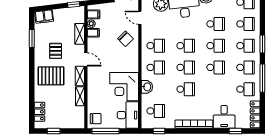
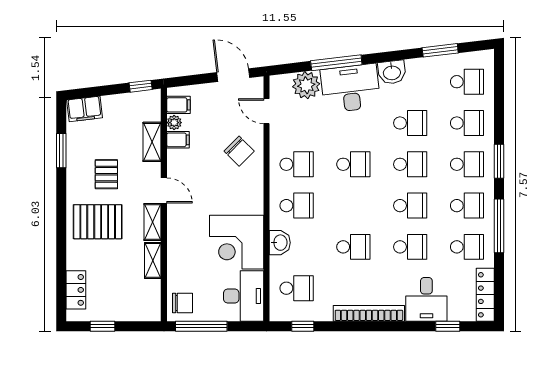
school desk: (186, 67) -> (410, 247), moved

